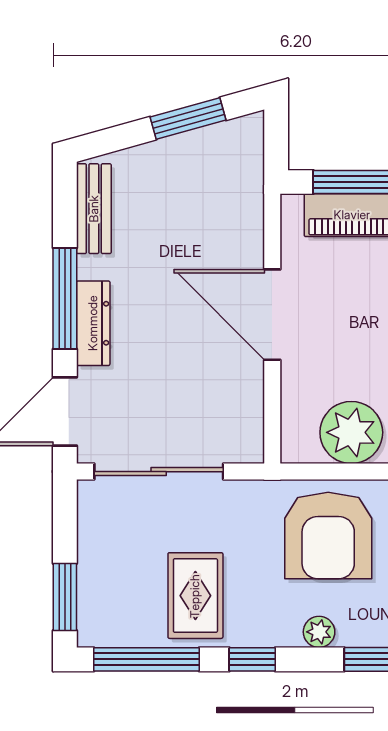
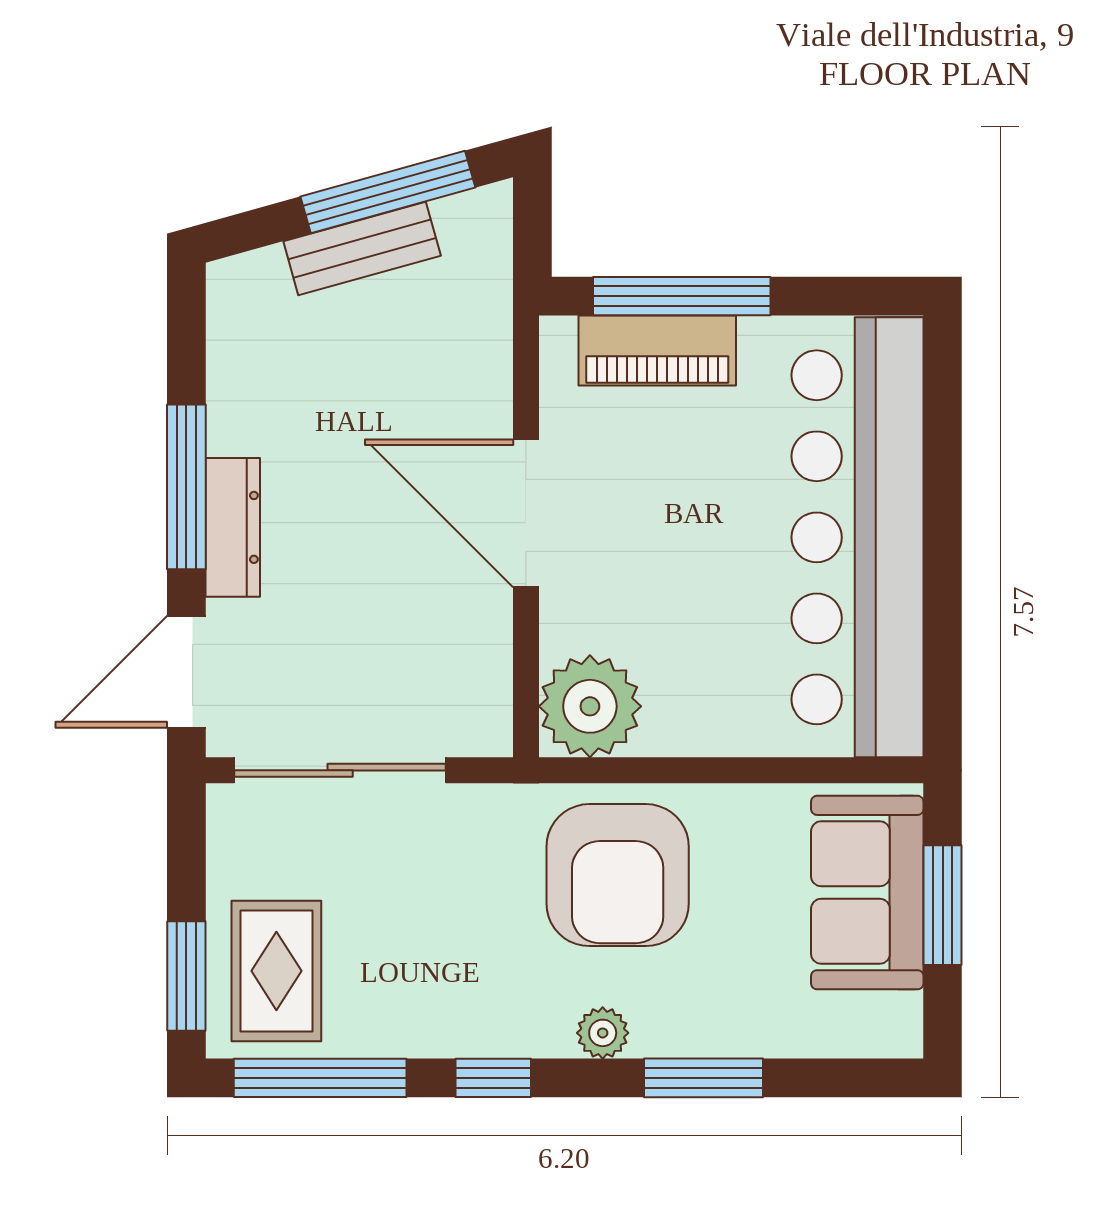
window: (188, 119) -> (388, 192), width x1.44
bench: (94, 209) -> (362, 248), moved, turned 74
plant: (351, 432) -> (590, 706), moved
rug: (195, 596) -> (276, 971), moved

